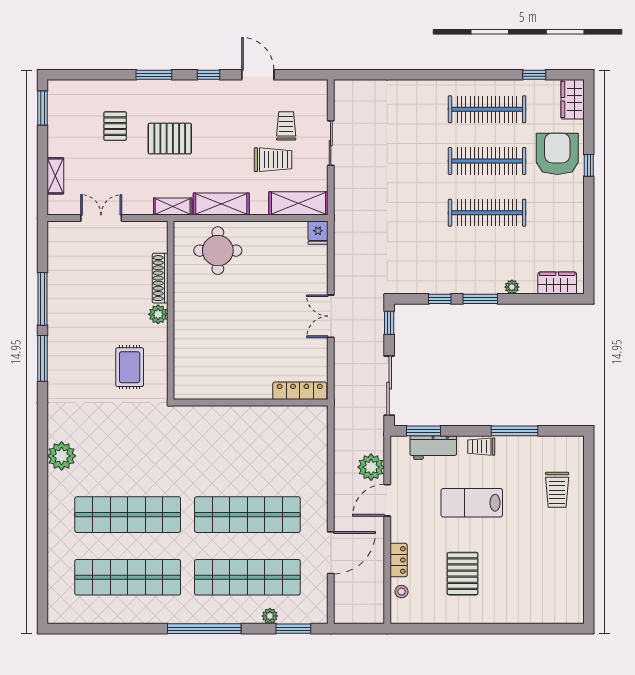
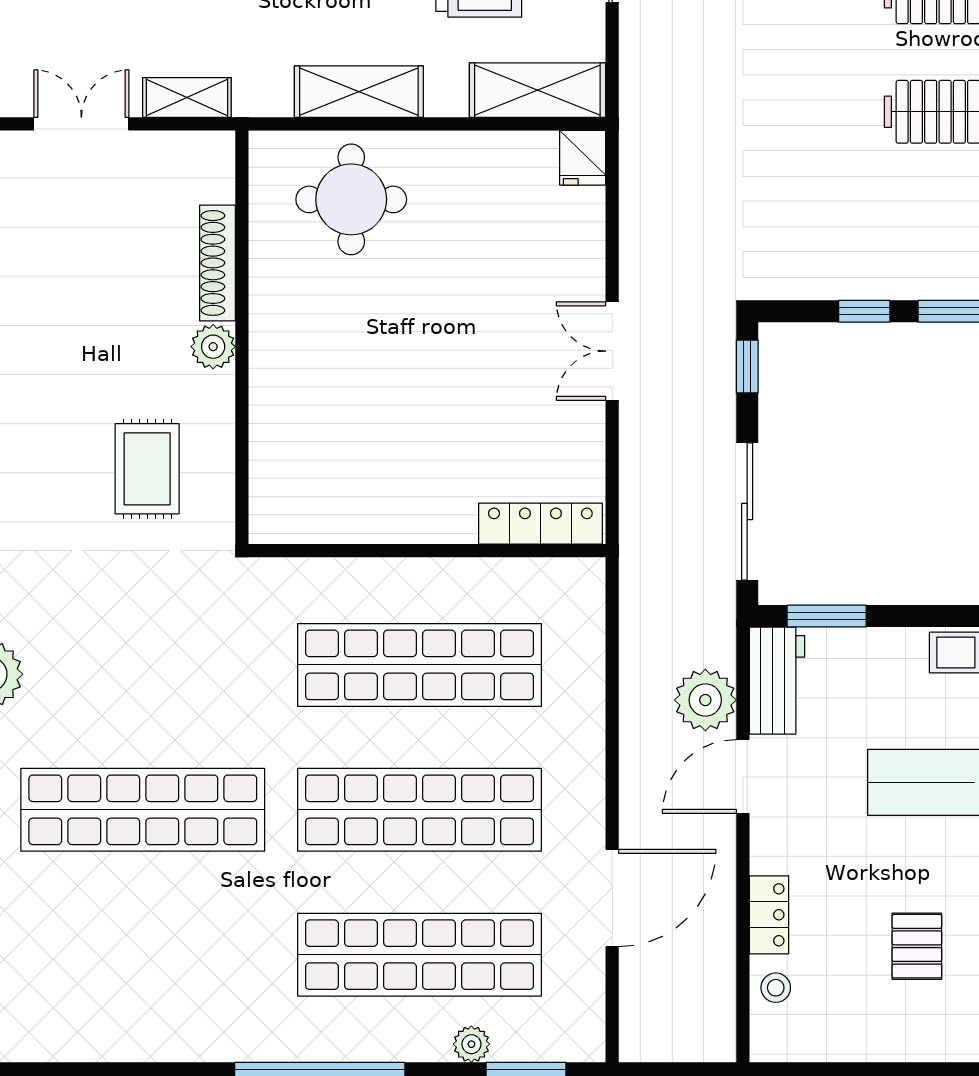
shelving: (173, 207) -> (187, 97), moved
workbench: (433, 447) -> (777, 681), moved, turned -90
pallet: (463, 574) -> (917, 946), width x0.67, depth x0.71
shop shelf: (128, 577) -> (420, 665), moved

